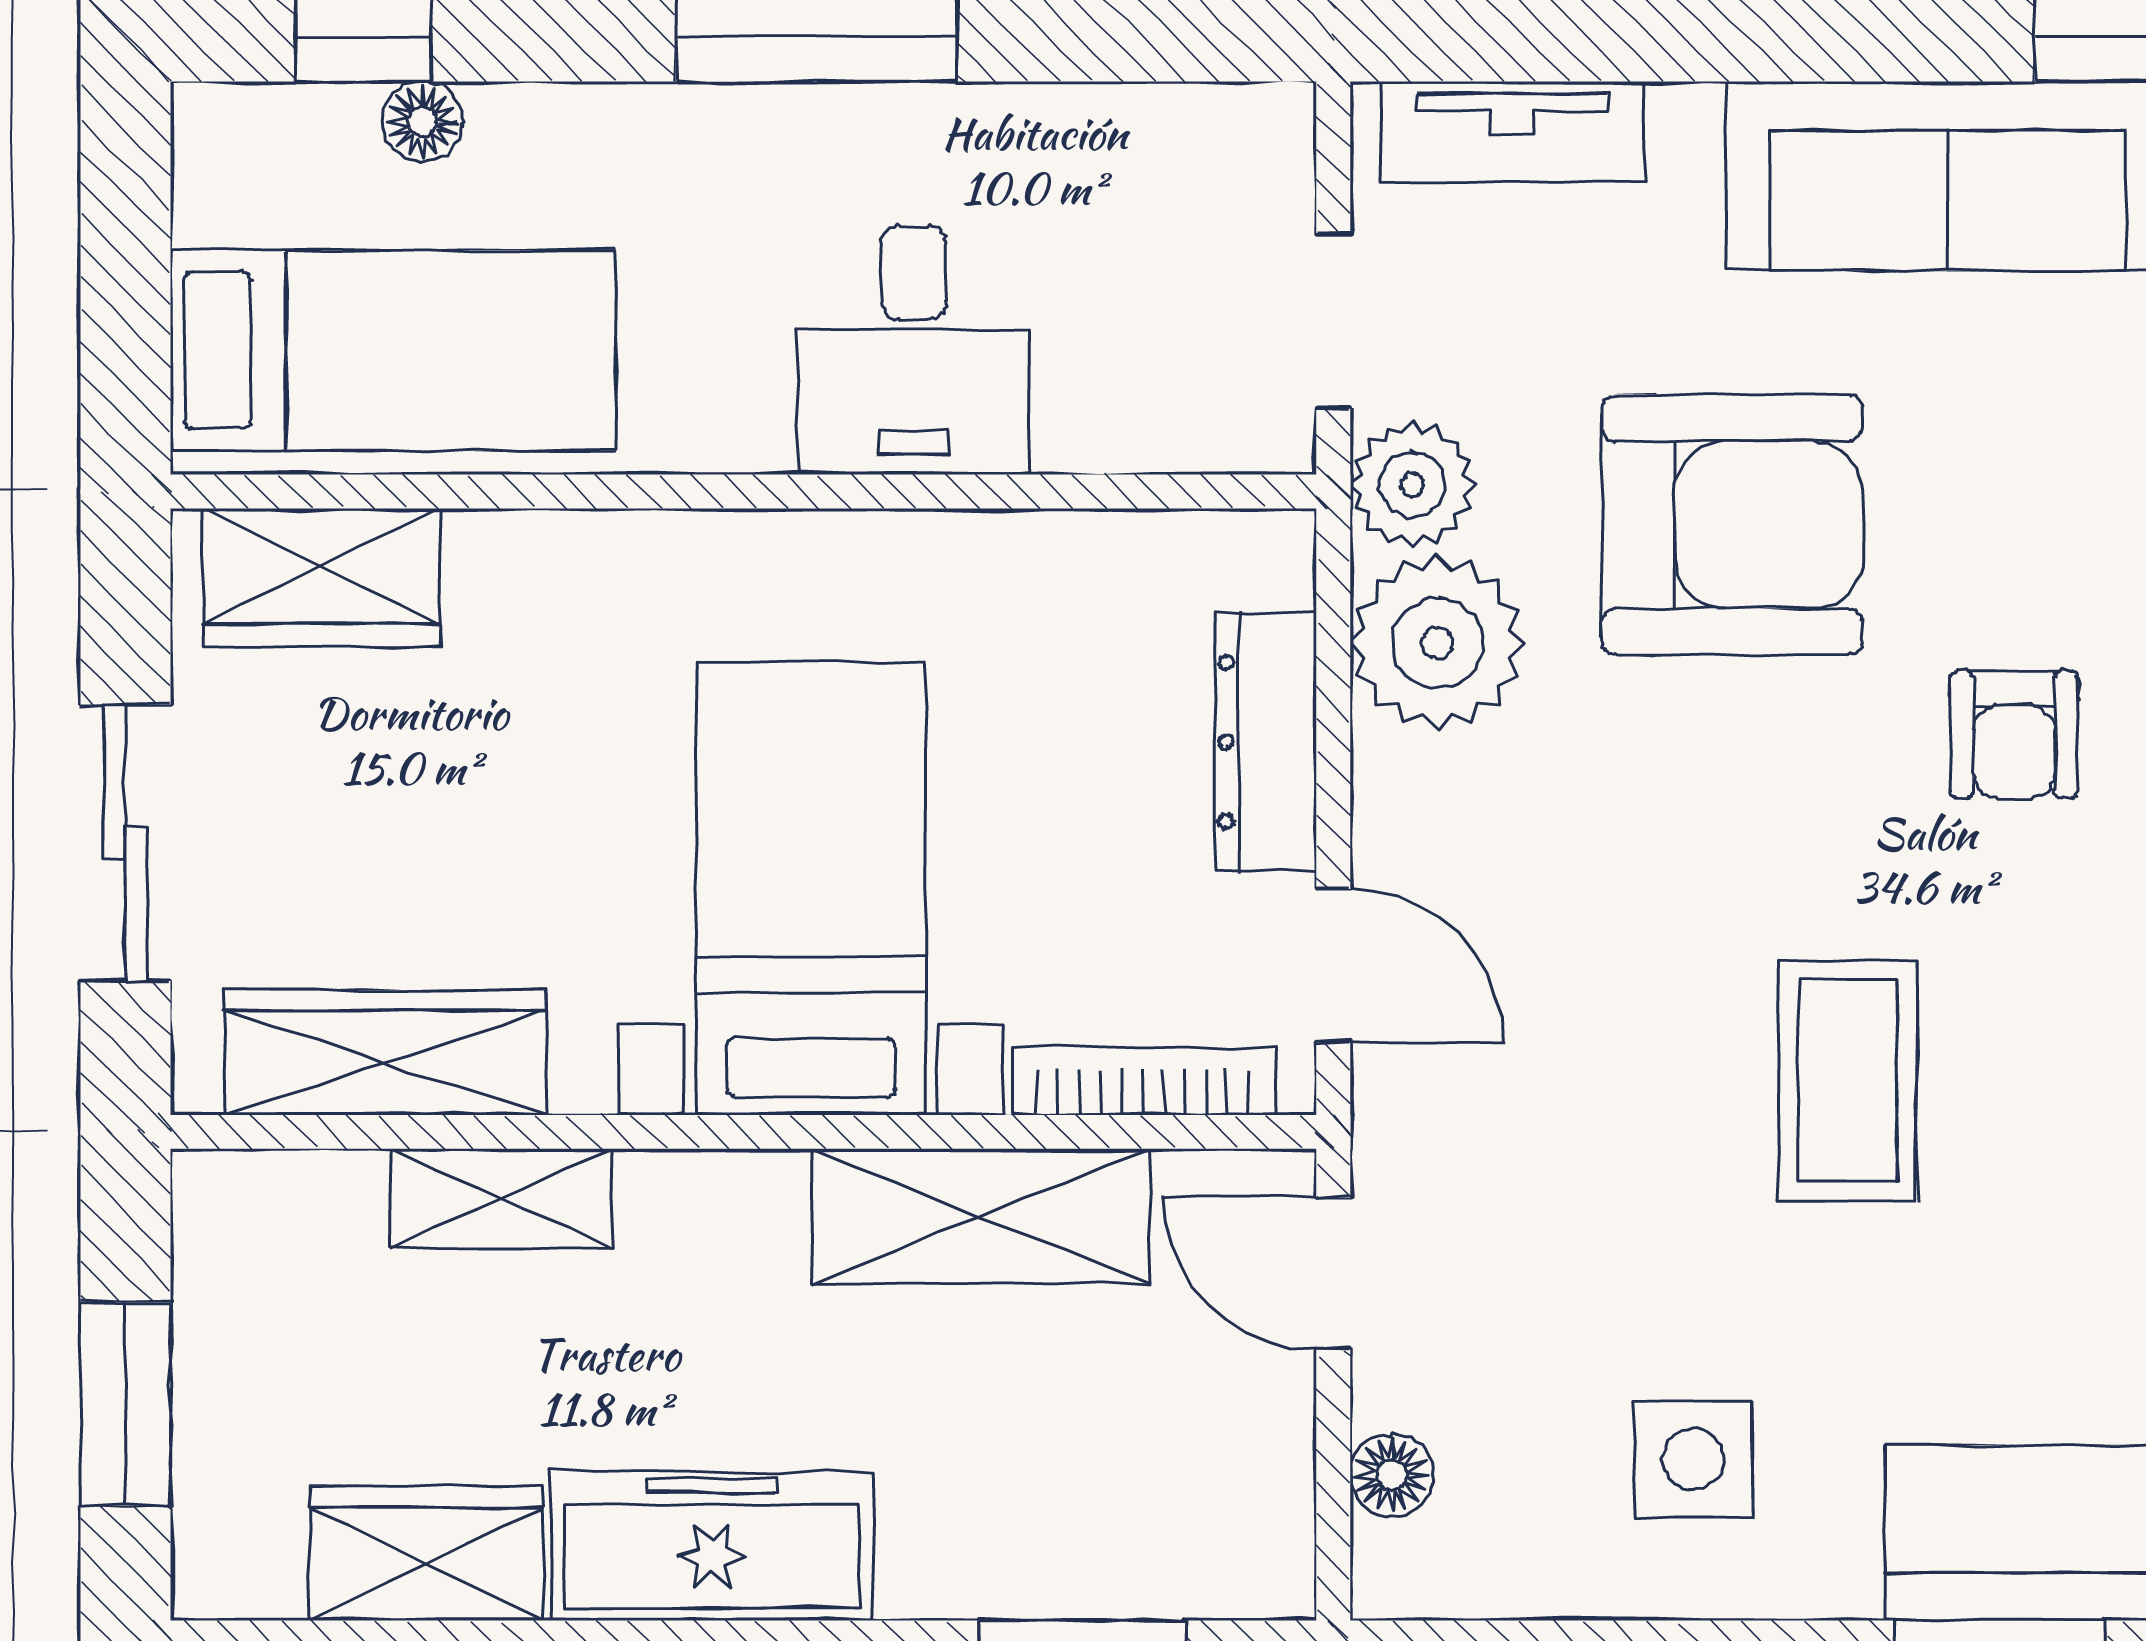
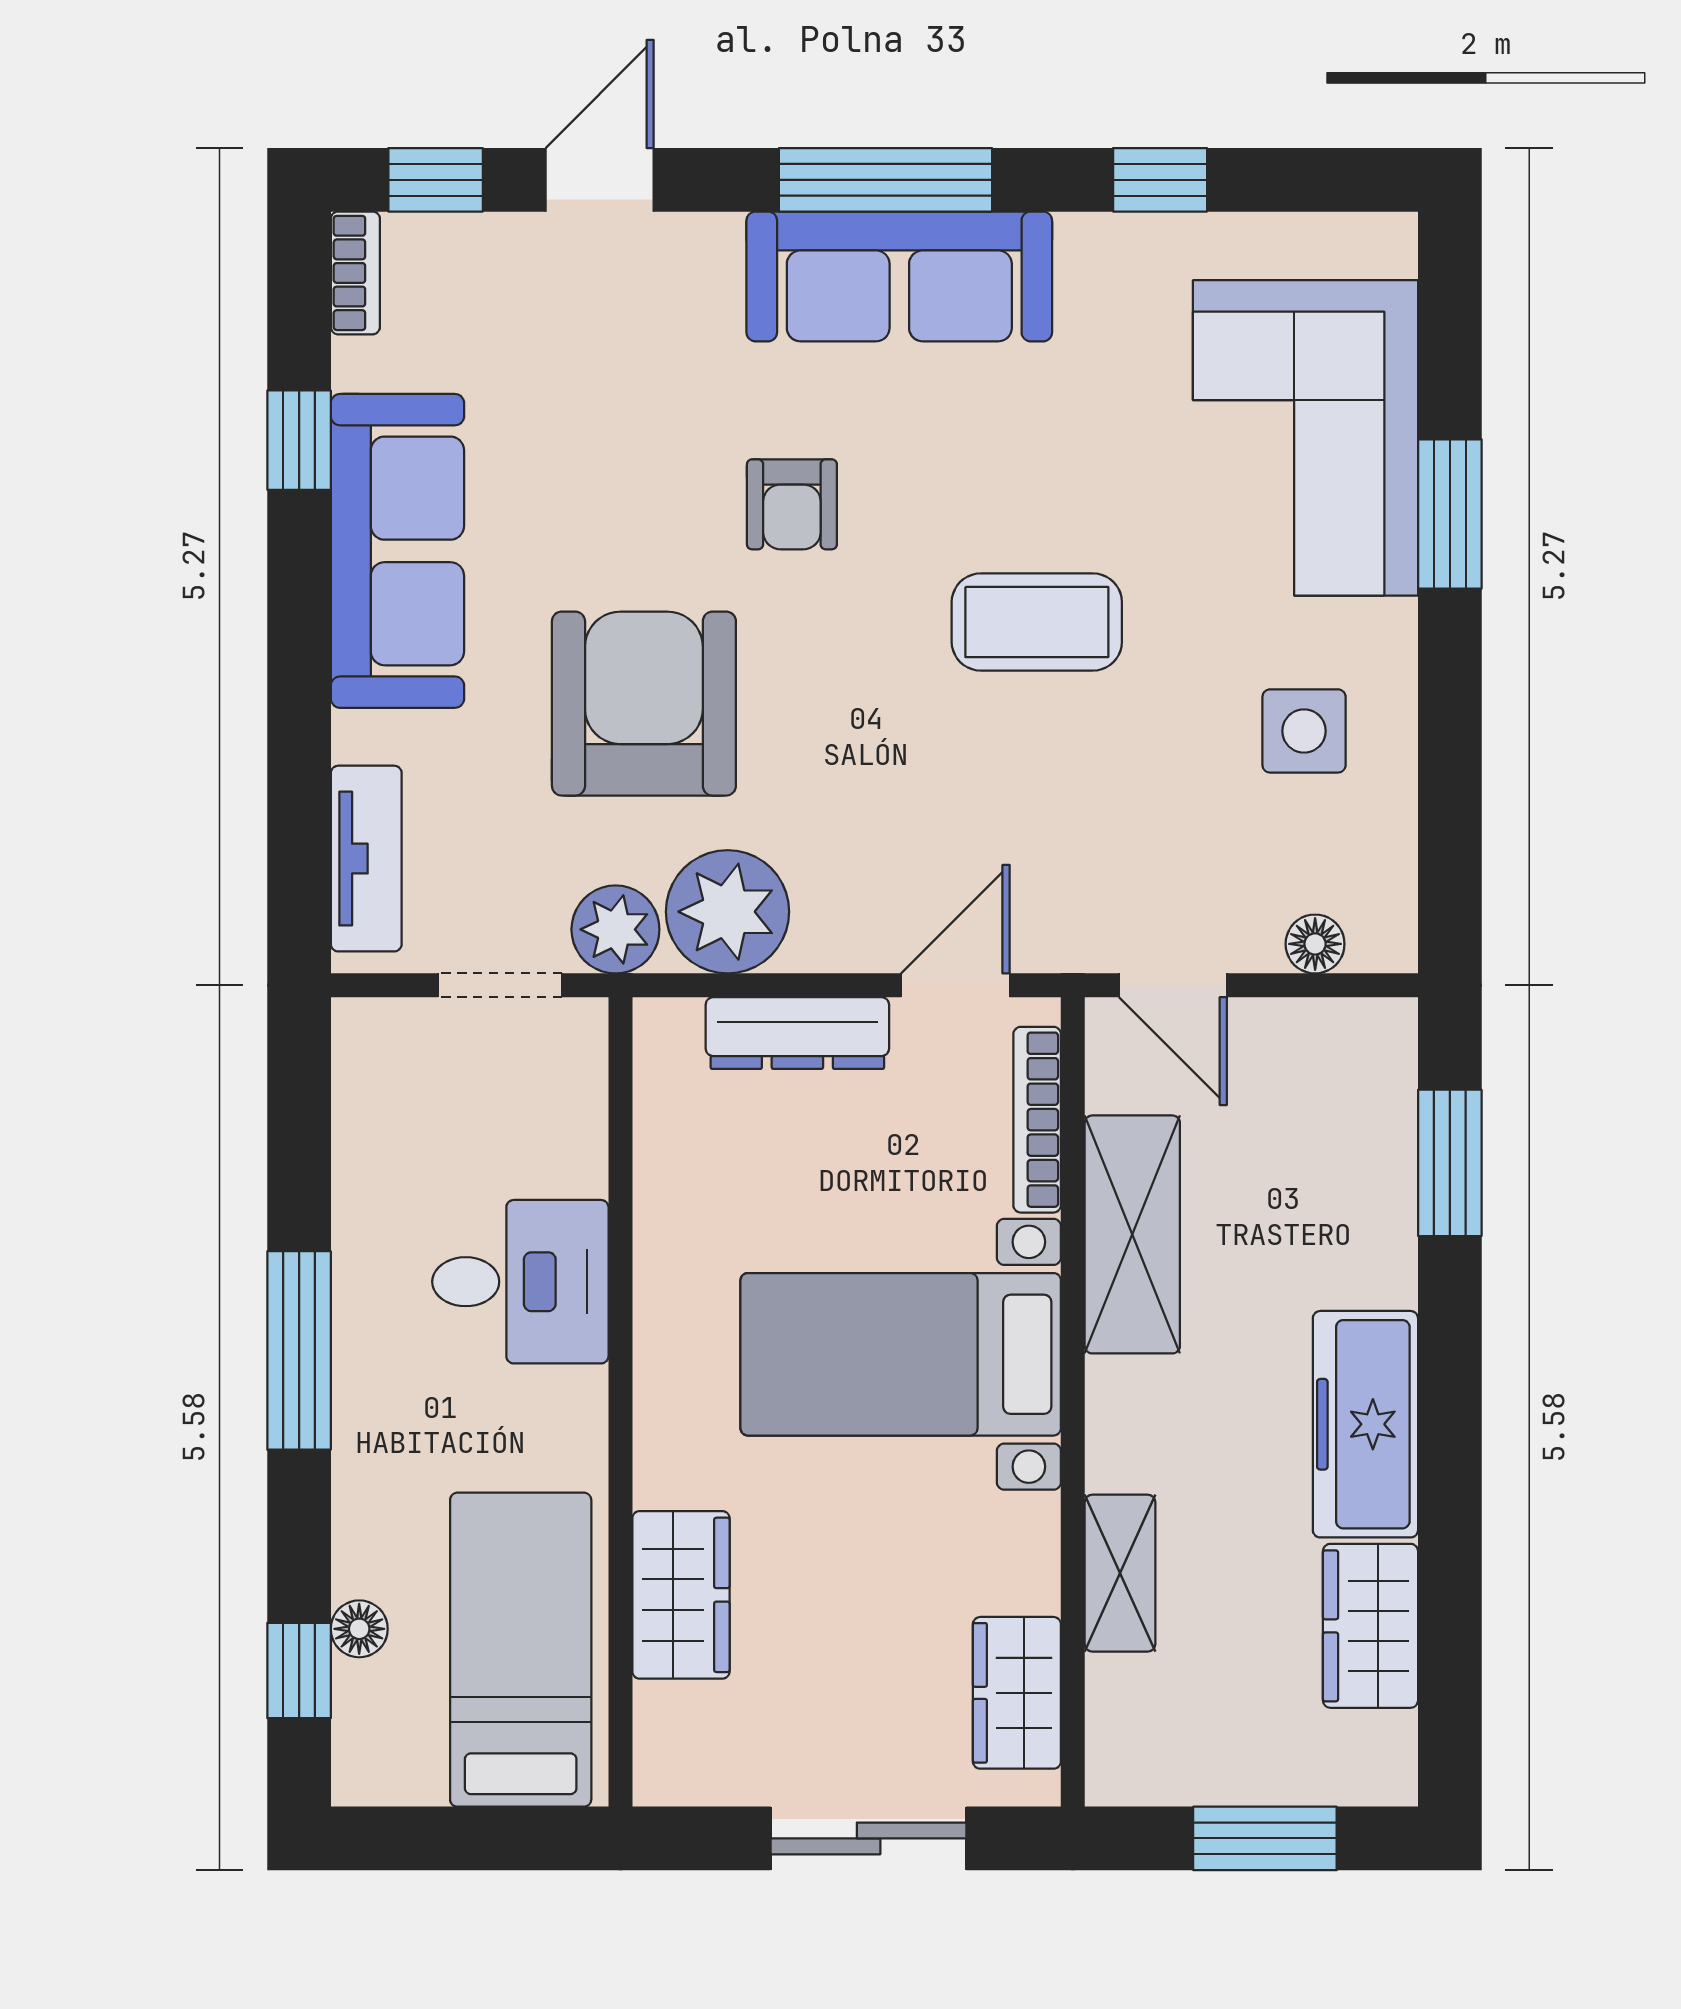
wardrobe: (322, 577) -> (681, 1595), moved
armchair: (2014, 734) -> (792, 504), turned 90
wardrobe: (385, 1053) -> (1017, 1693), width x0.67
door: (1333, 1274) -> (1173, 985), hinge flipped

